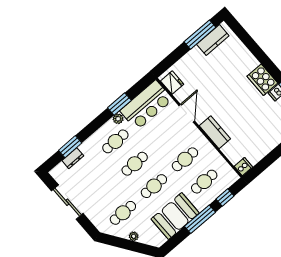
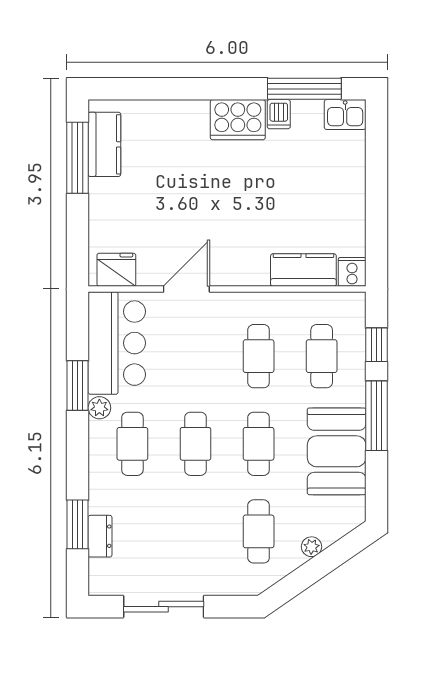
door: (187, 113) -> (186, 289), hinge flipped
kitchen counter: (215, 132) -> (303, 270), moved

